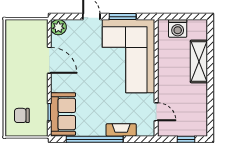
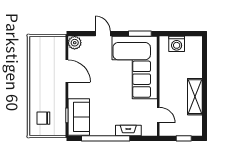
window: (123, 17) -> (140, 34), moved
shelving: (199, 61) -> (195, 97), moved

